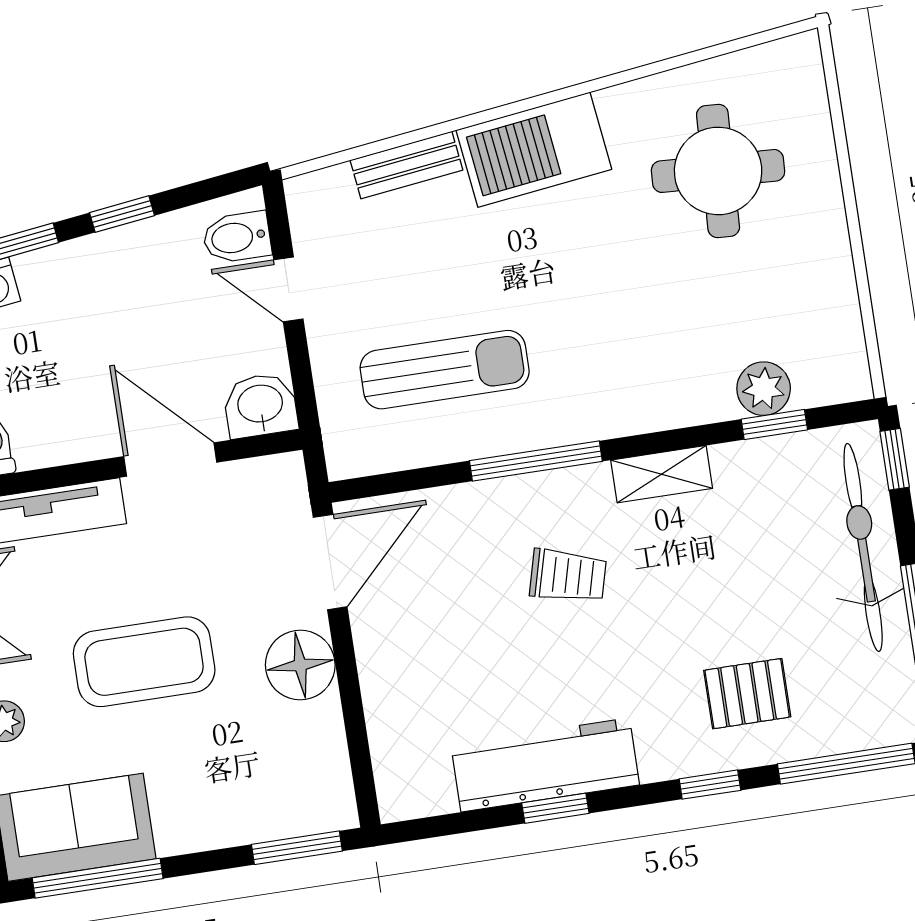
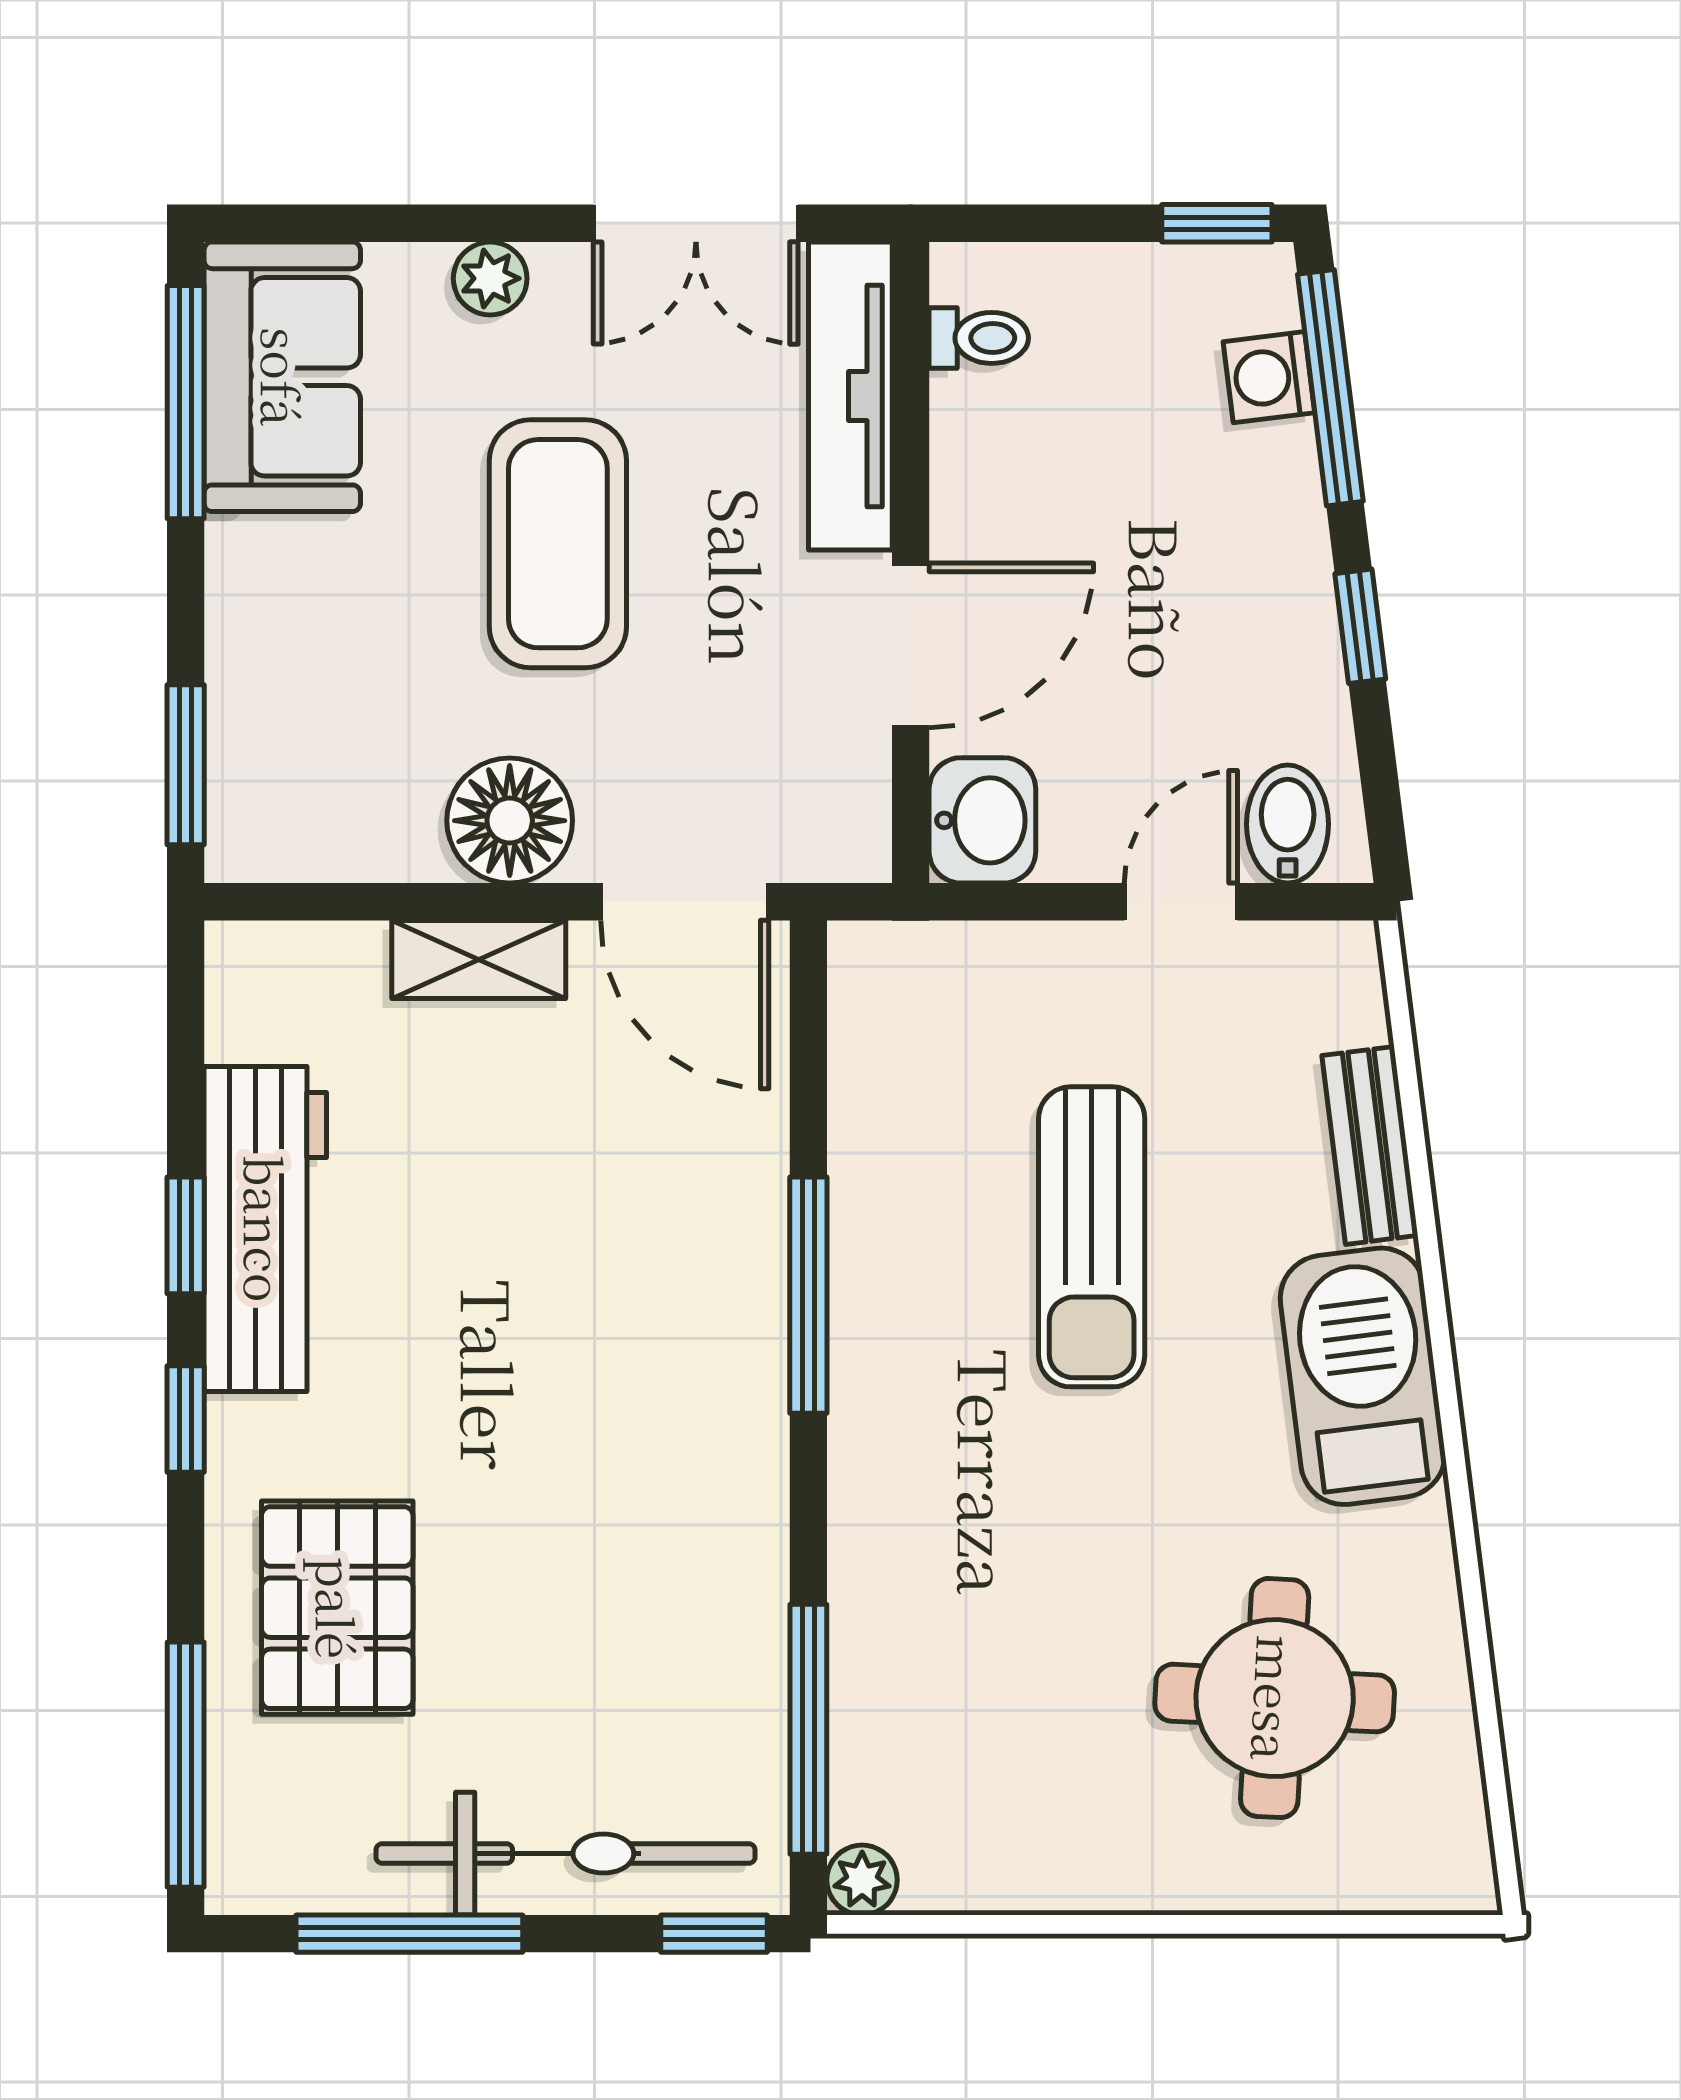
sun lounger: (445, 370) -> (1092, 1237), moved
plant: (764, 389) -> (862, 1880), moved, width x0.73, depth x0.73
window: (774, 424) -> (808, 1729), width x2.17
shelving: (662, 474) -> (479, 959), moved, turned 90
trolley: (568, 576) -> (595, 1321), removed
pallet: (747, 694) -> (337, 1608), width x1.50, depth x1.42
window: (710, 785) -> (186, 1419), moved

